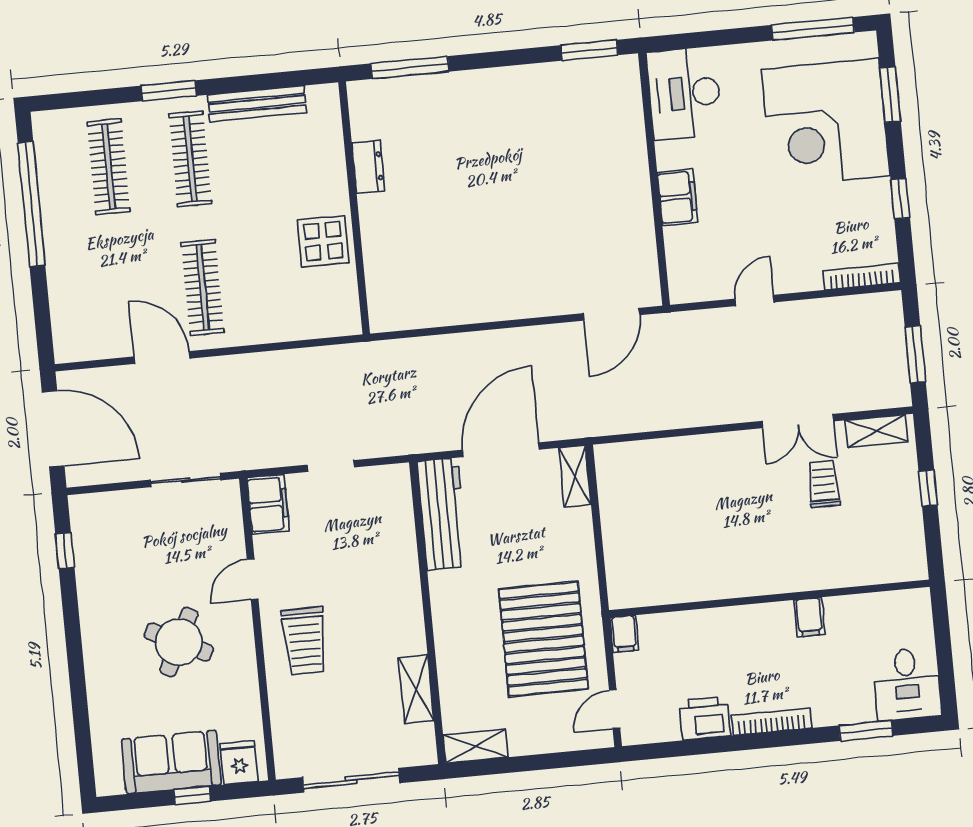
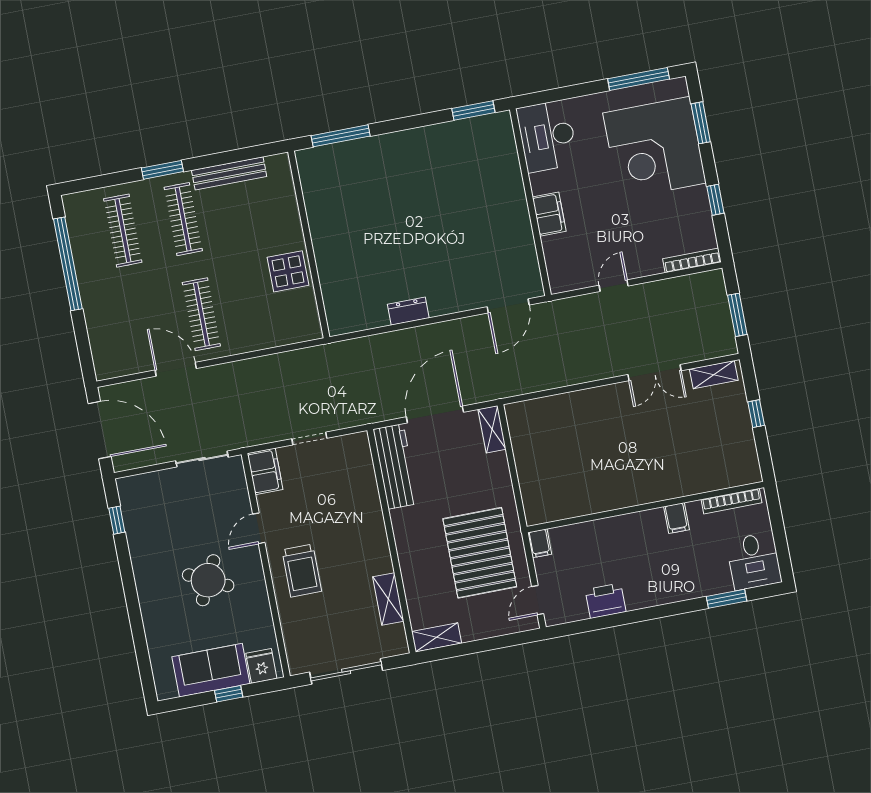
dresser: (368, 167) -> (408, 311), moved, turned -90
trolley: (824, 484) -> (678, 418), removed
bookcase: (771, 722) -> (732, 501), moved, turned 180

